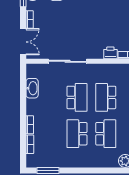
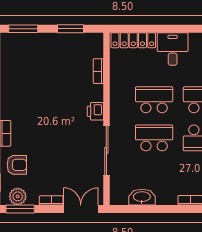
printer: (110, 53) -> (95, 111), moved
school desk: (106, 97) -> (154, 100), turned 180

